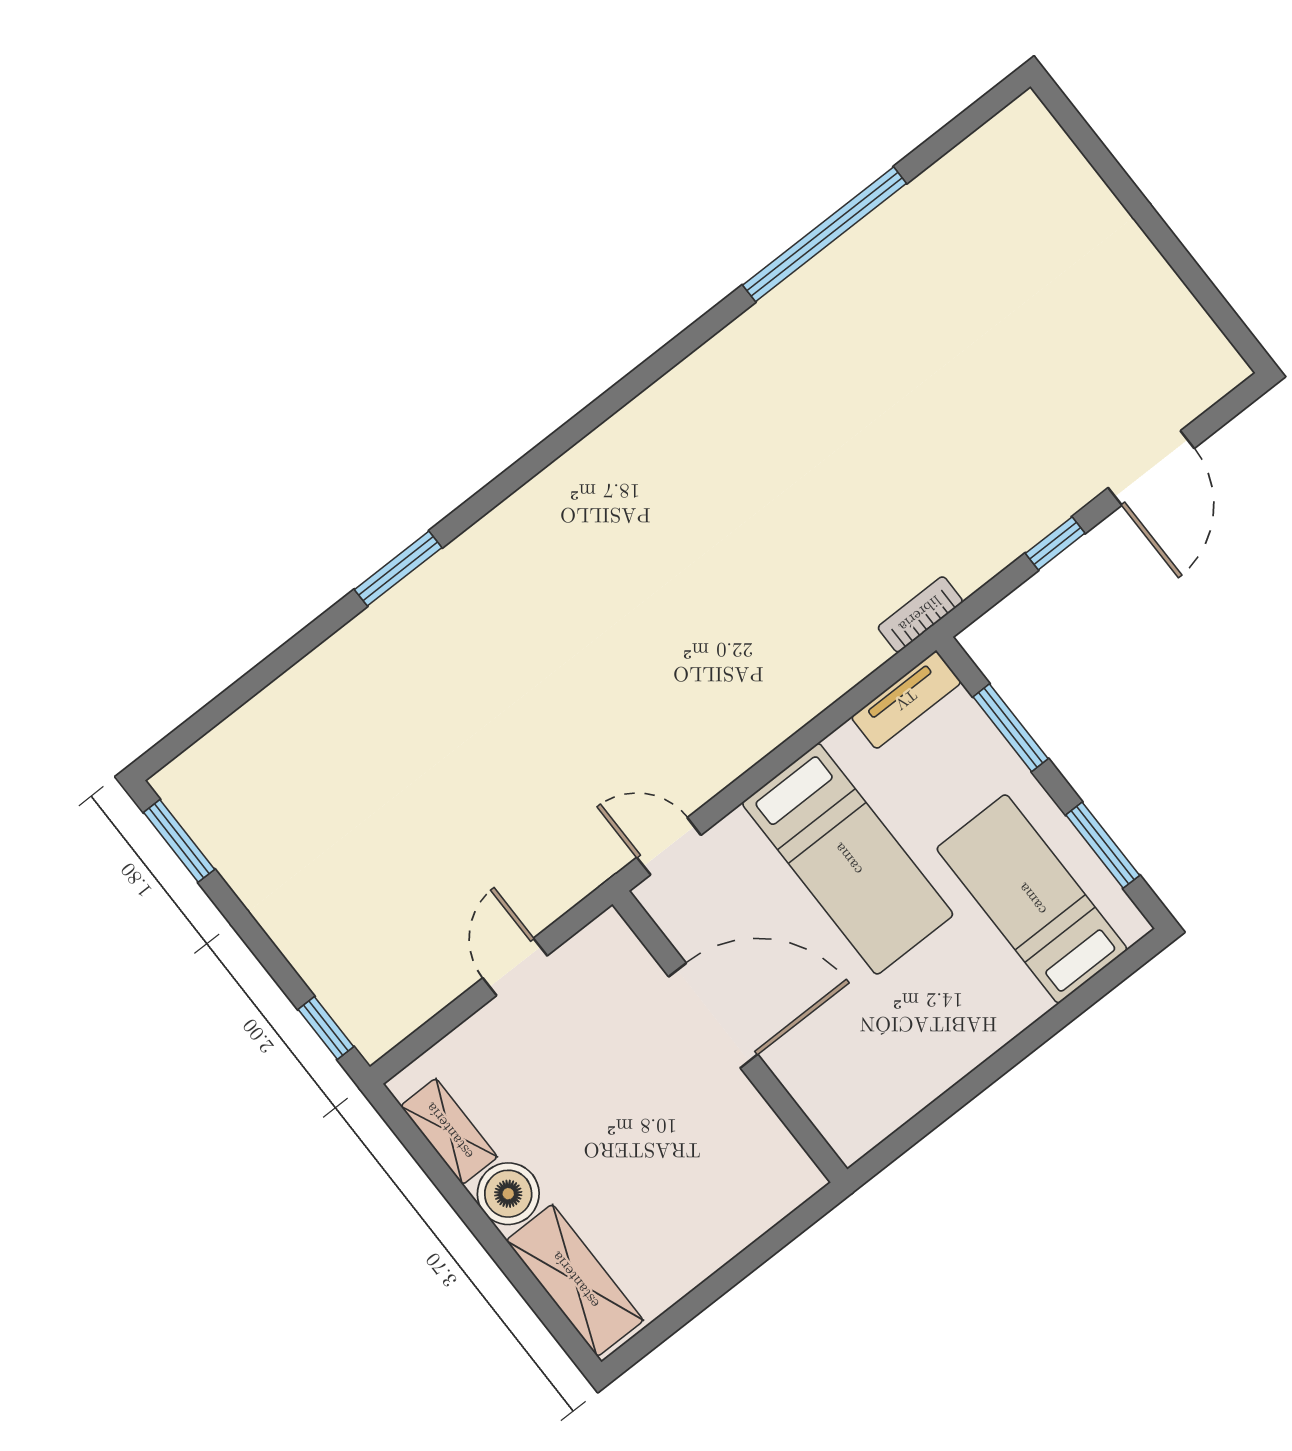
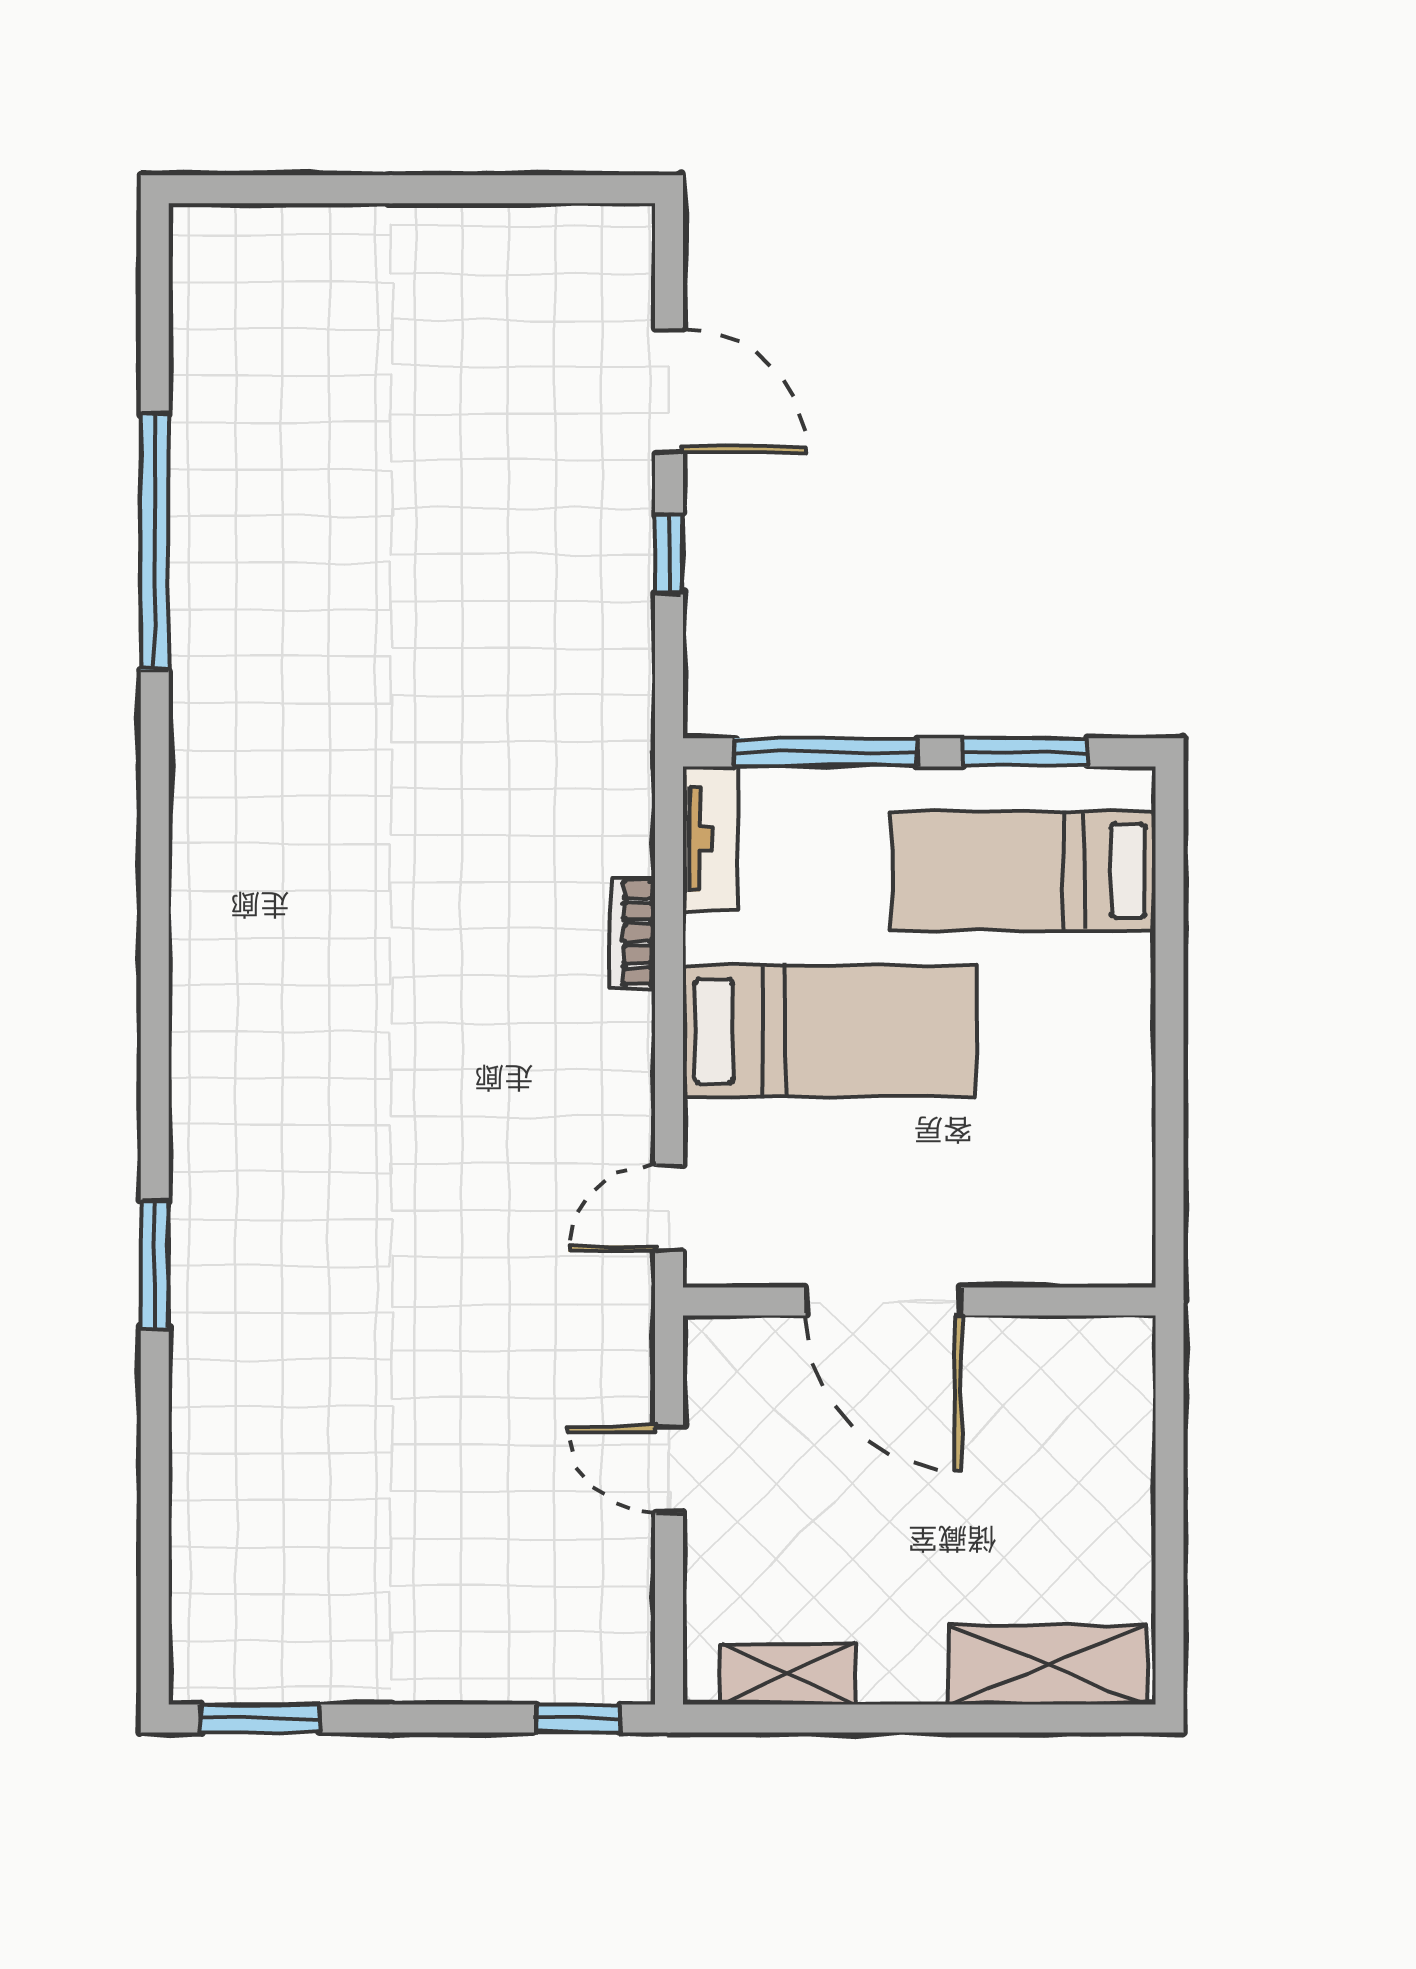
bookcase: (920, 614) -> (633, 933), moved
window: (1011, 728) -> (826, 752), width x1.44
door: (713, 1015) -> (883, 1301), swing flipped
boiler: (508, 1194) -> (902, 1663), removed

